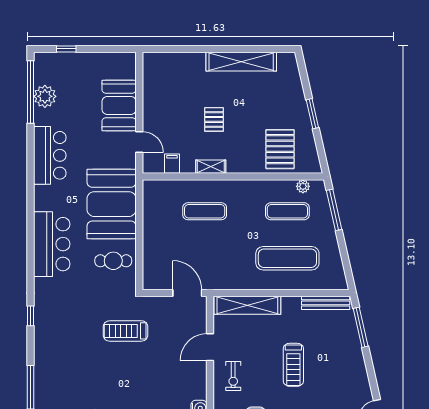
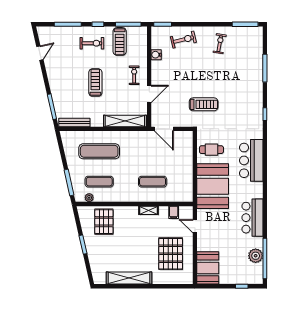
booth: (119, 105) -> (208, 268), moved
pallet: (214, 119) -> (171, 254), moved, width x2.05, depth x2.00

